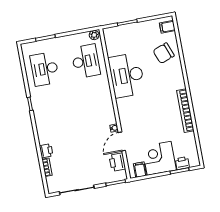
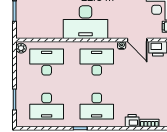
desk: (127, 75) -> (86, 22), moved
desk: (94, 108) -> (97, 62), added
desk: (53, 115) -> (97, 106), added

